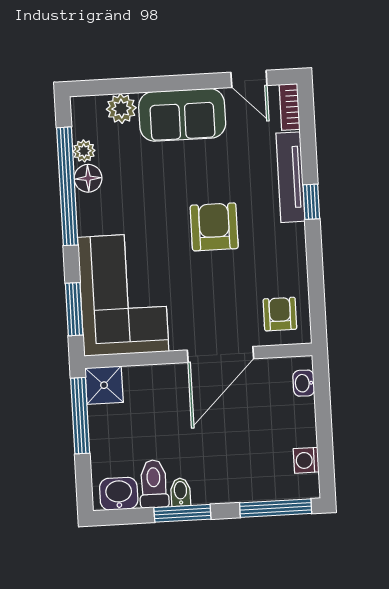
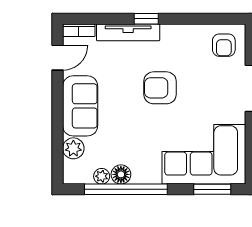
armchair: (280, 314) -> (224, 45), turned -90

